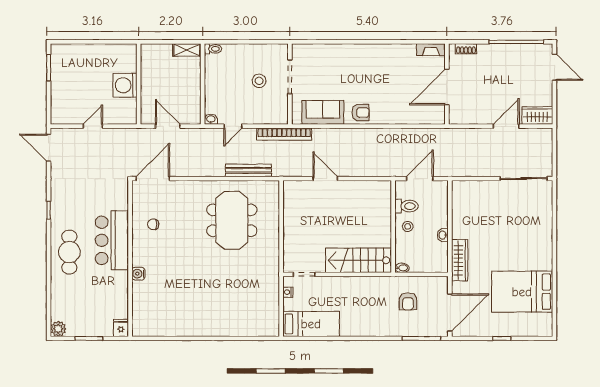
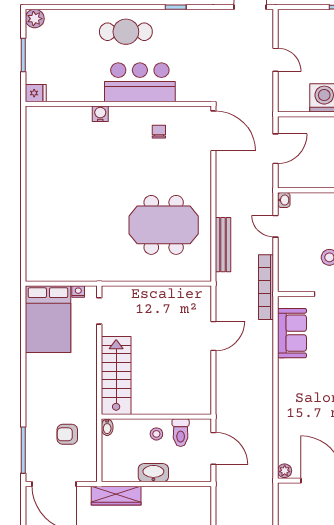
armchair: (360, 113) -> (292, 378), removed
plant: (439, 119) -> (285, 471), added
washbasin: (443, 235) -> (153, 473), width x1.91, depth x1.45
bed: (311, 324) -> (48, 319), width x1.50

